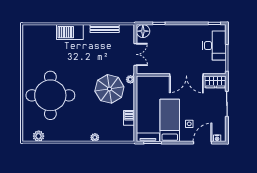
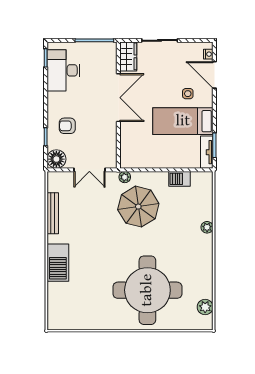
armchair: (166, 39) -> (67, 126), added
desk: (214, 46) -> (63, 70), moved, turned -90
double door: (135, 54) -> (89, 170), swing flipped

